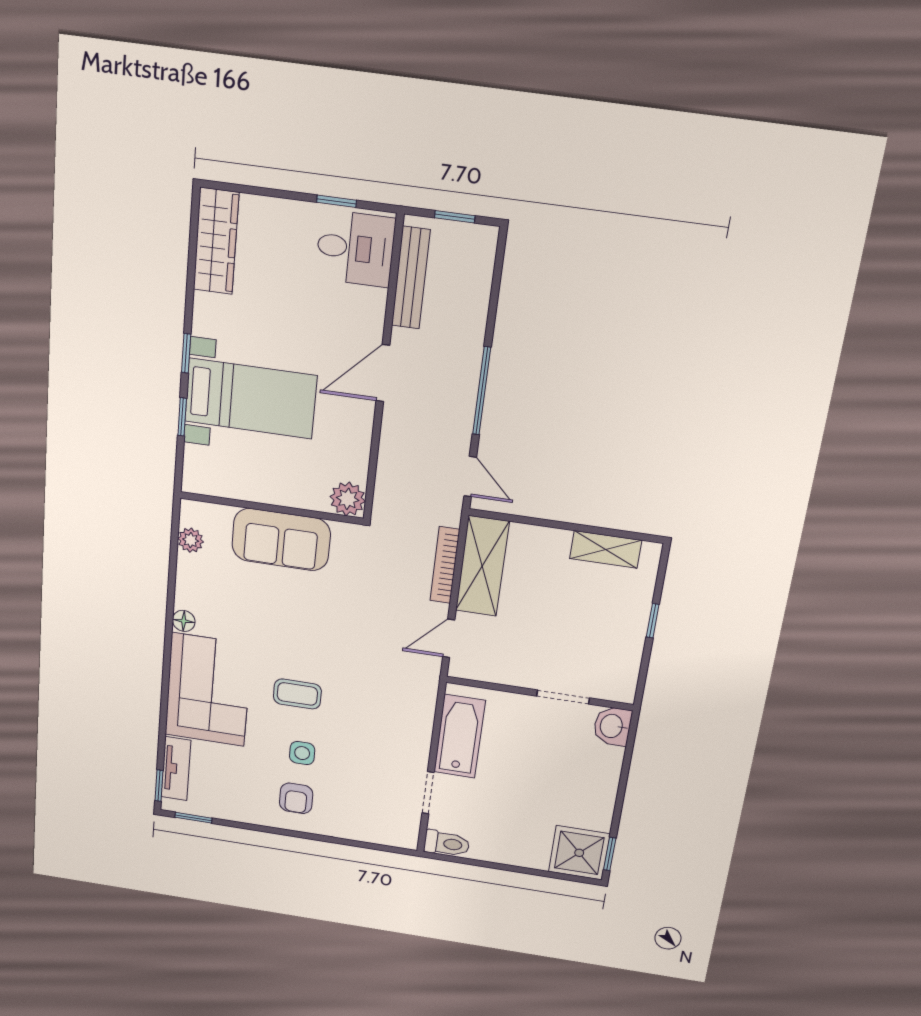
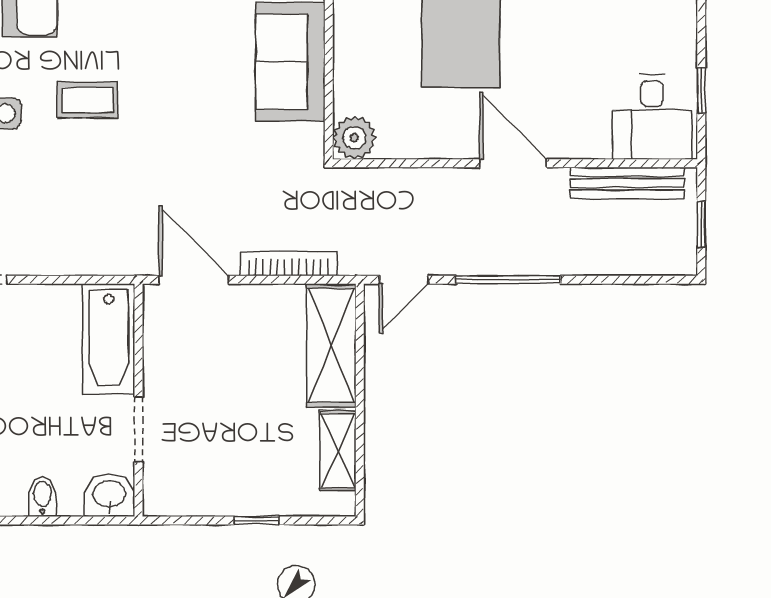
shelving: (482, 566) -> (331, 346), moved, turned 90
door: (449, 638) -> (194, 280), width x1.38
coffee table: (297, 694) -> (88, 100), turned 90
bathtub: (460, 736) -> (109, 339), moved, turned 90
bidet: (605, 774) -> (43, 497), added

